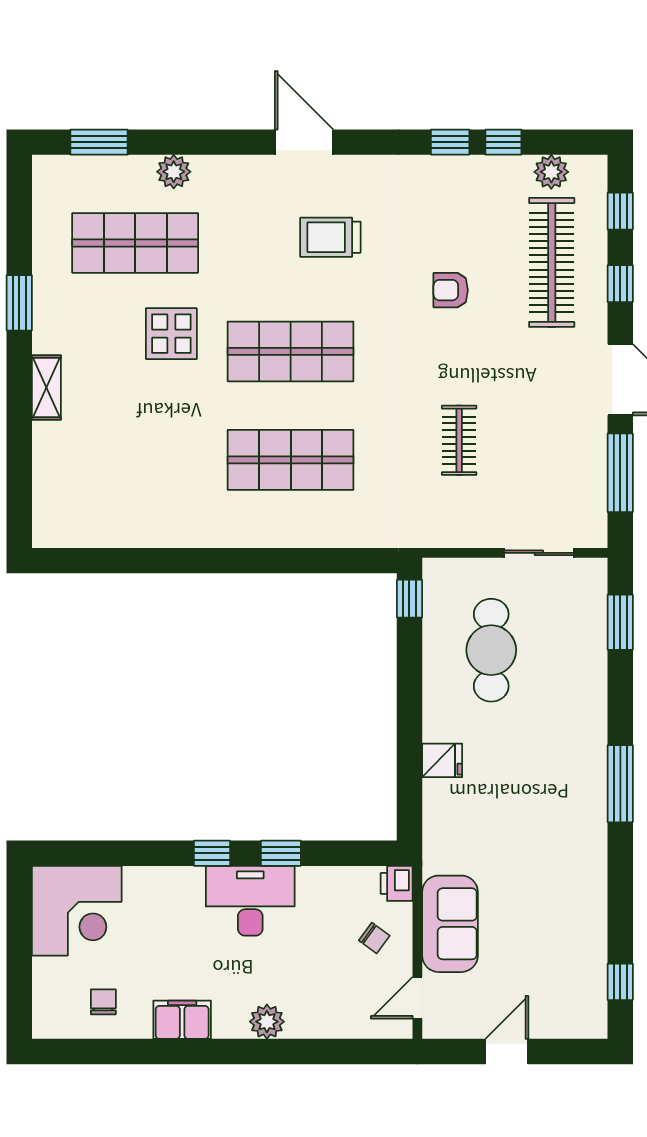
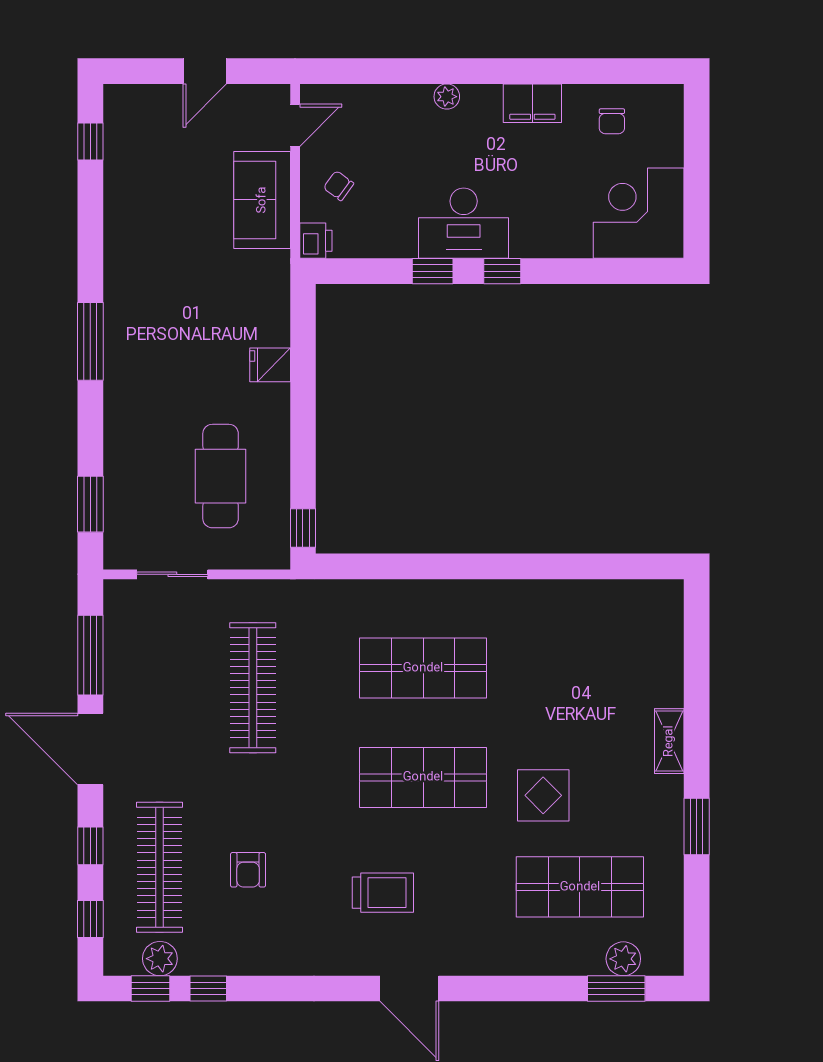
window: (450, 142) -> (151, 989), moved
plant: (174, 172) -> (623, 959), moved
armchair: (451, 290) -> (248, 870), moved, turned 90
clothes rail: (459, 440) -> (253, 688), width x1.86, depth x1.31
plant: (267, 1022) -> (447, 97), width x0.73, depth x0.73

